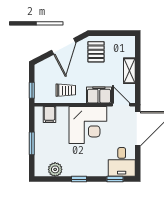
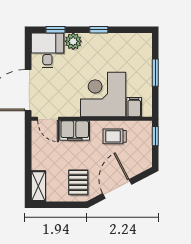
shelving: (129, 71) -> (38, 186), moved
corner desk: (88, 125) -> (103, 94), moved
plant: (55, 169) -> (73, 41), moved

